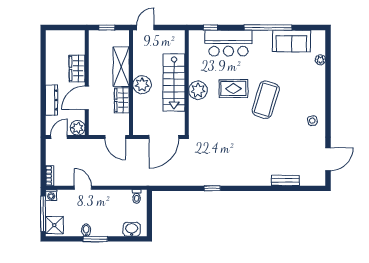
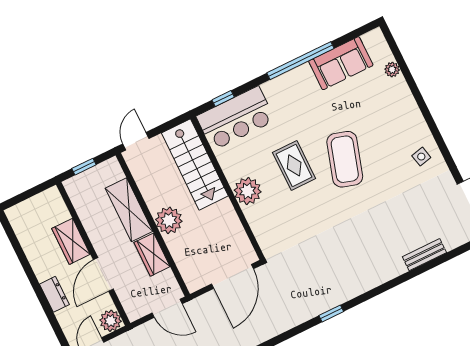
bar counter: (228, 43) -> (236, 118), moved
stairs: (174, 82) -> (195, 164), moved
rug: (233, 89) -> (294, 165), turned 90
dresser: (52, 100) -> (54, 294), width x0.70

